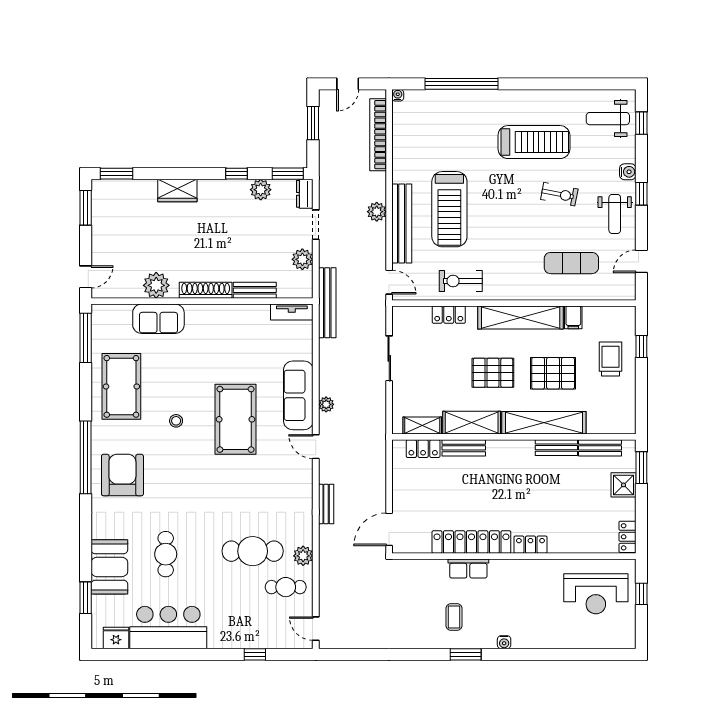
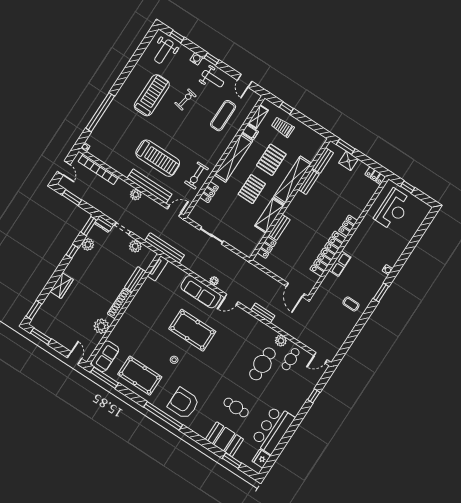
sofa: (158, 319) -> (105, 356), moved
shelving: (422, 426) -> (258, 117), moved
coffee table: (454, 617) -> (351, 304), moved

